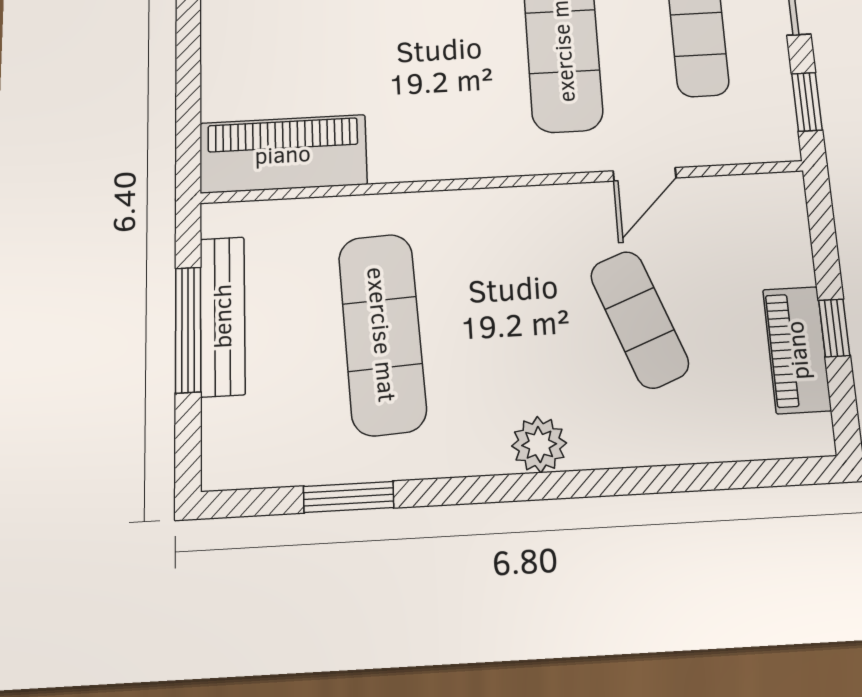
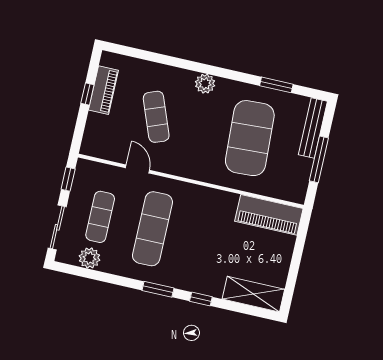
door: (645, 174) -> (138, 169), hinge flipped
bench: (222, 316) -> (313, 128), moved
exercise mat: (382, 334) -> (250, 138), width x1.47

